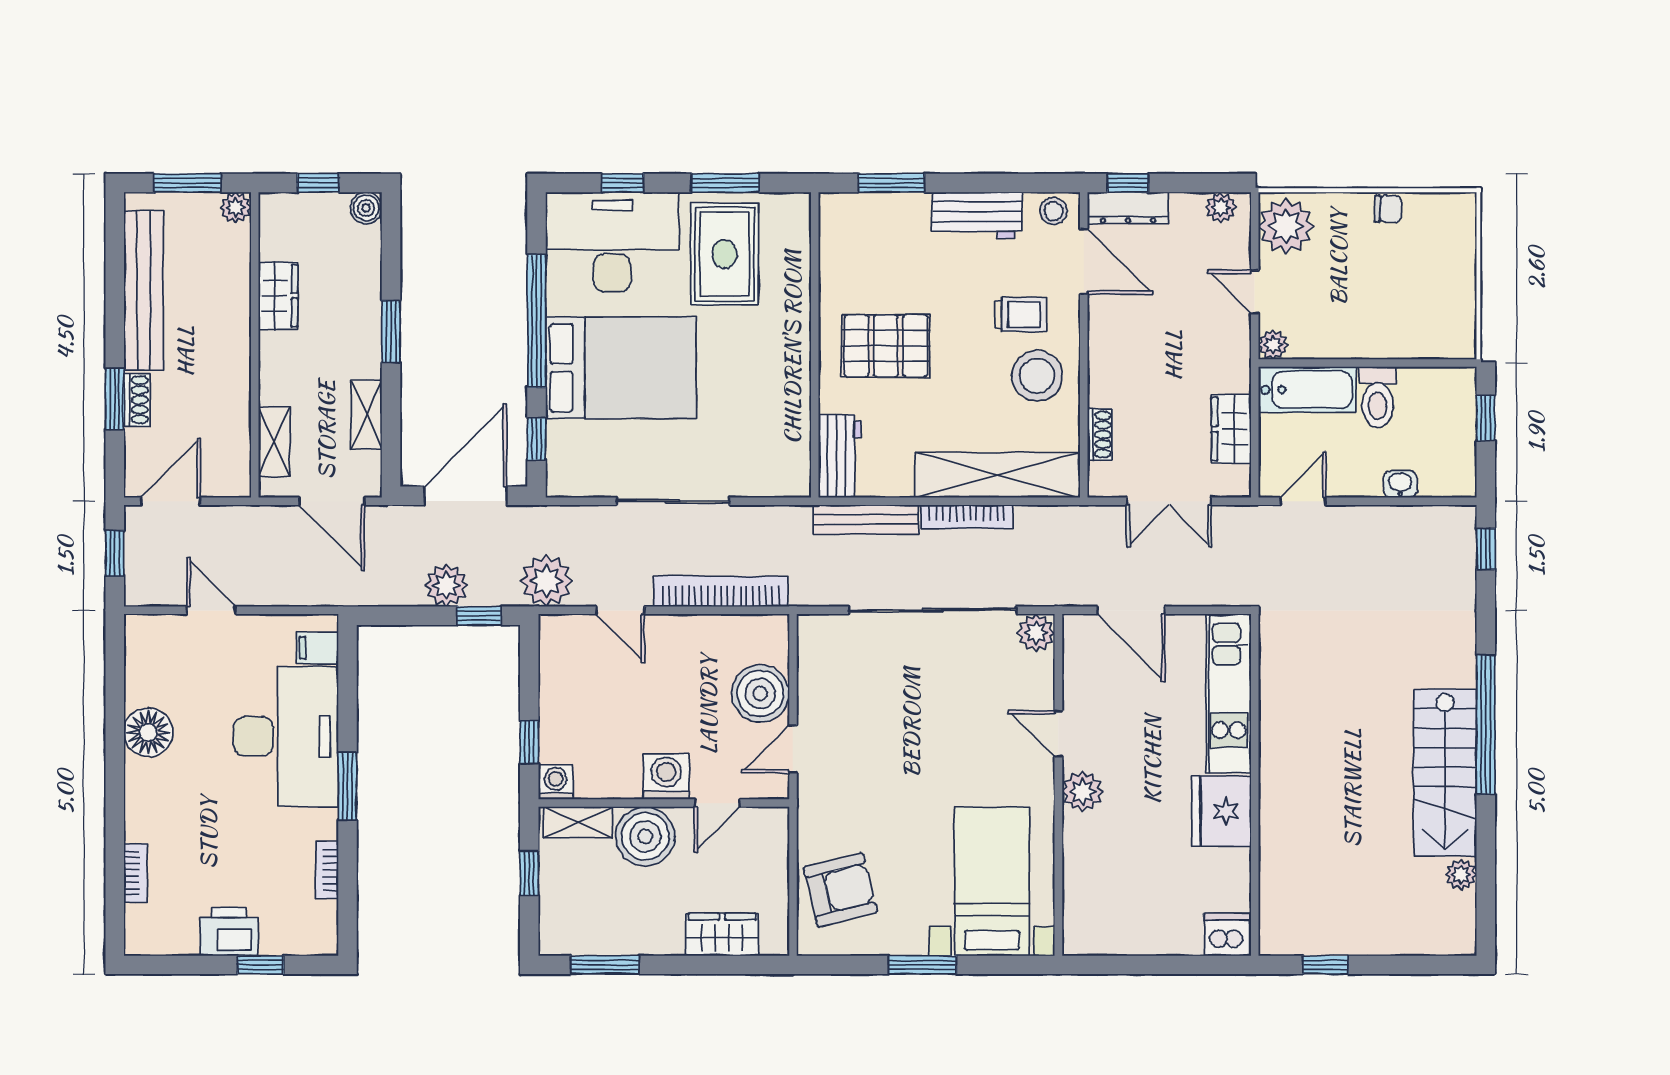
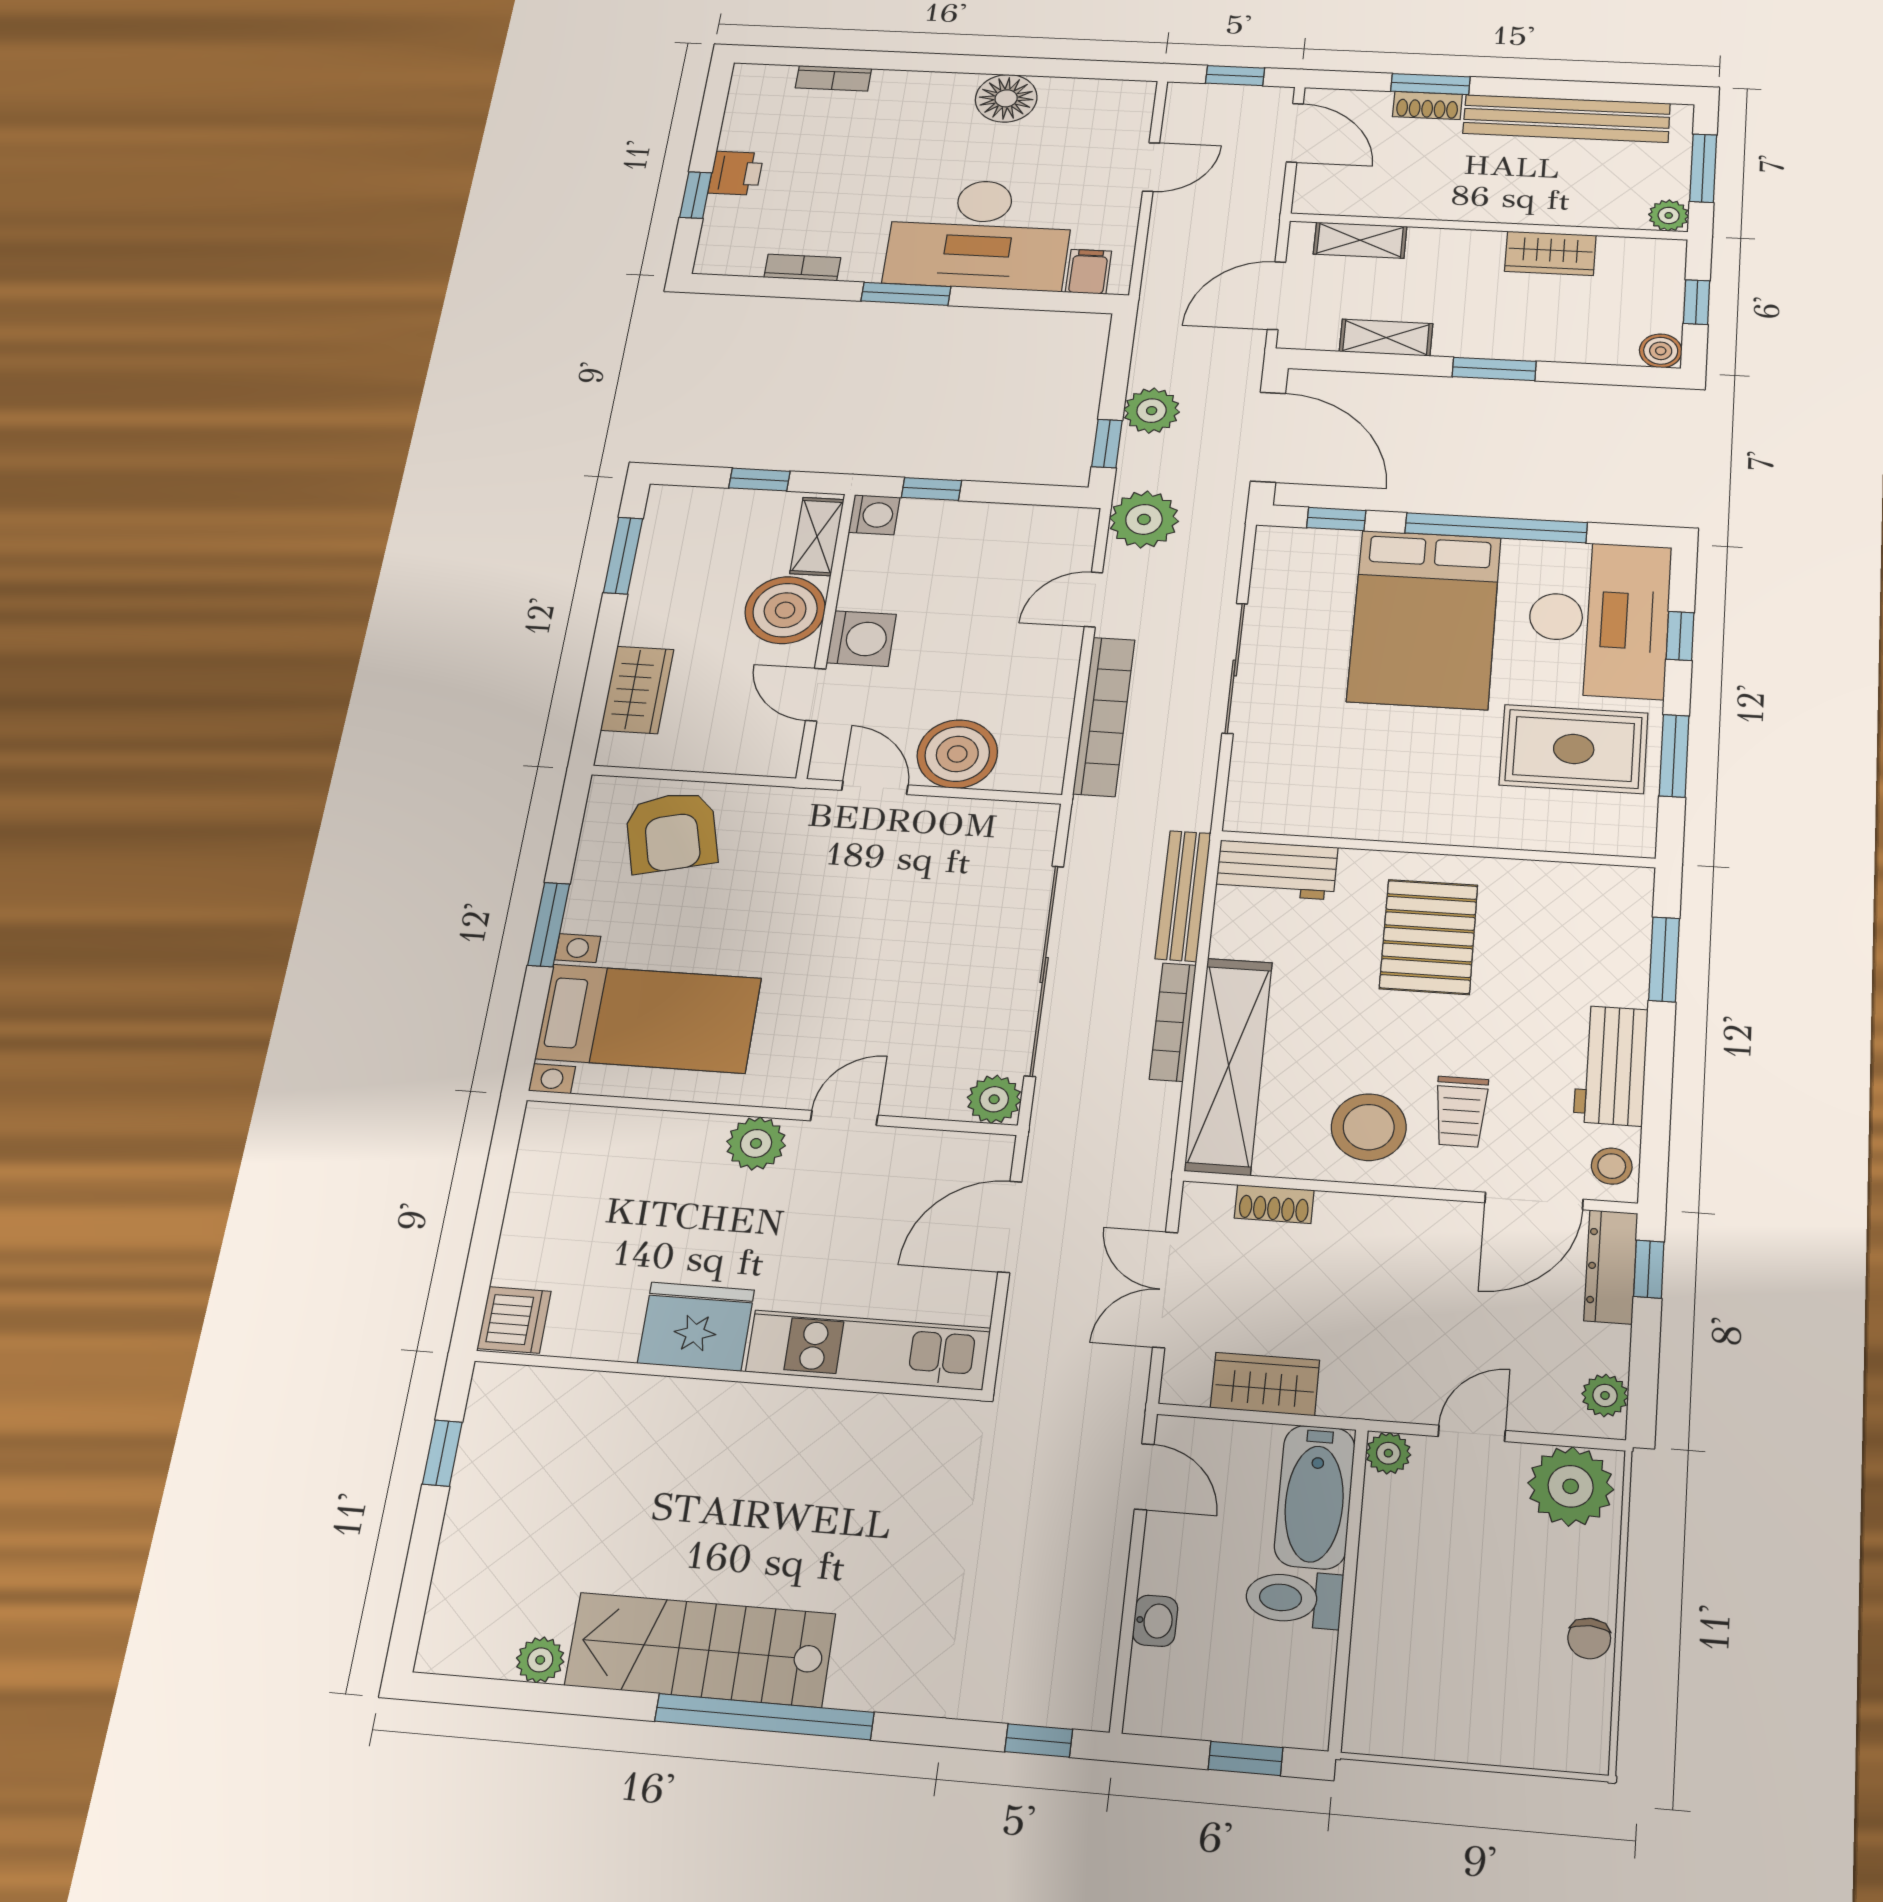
printer: (229, 932) -> (736, 173), width x0.73, depth x0.81

